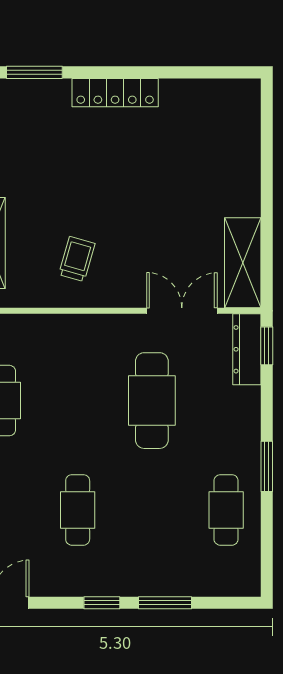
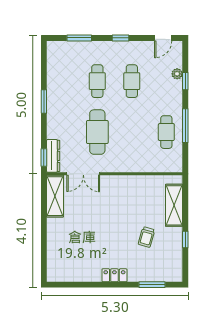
locker: (115, 93) -> (114, 275), width x0.66
trolley: (77, 259) -> (146, 237), moved
cafe table: (226, 510) -> (97, 81), moved
window: (165, 603) -> (79, 38), moved

